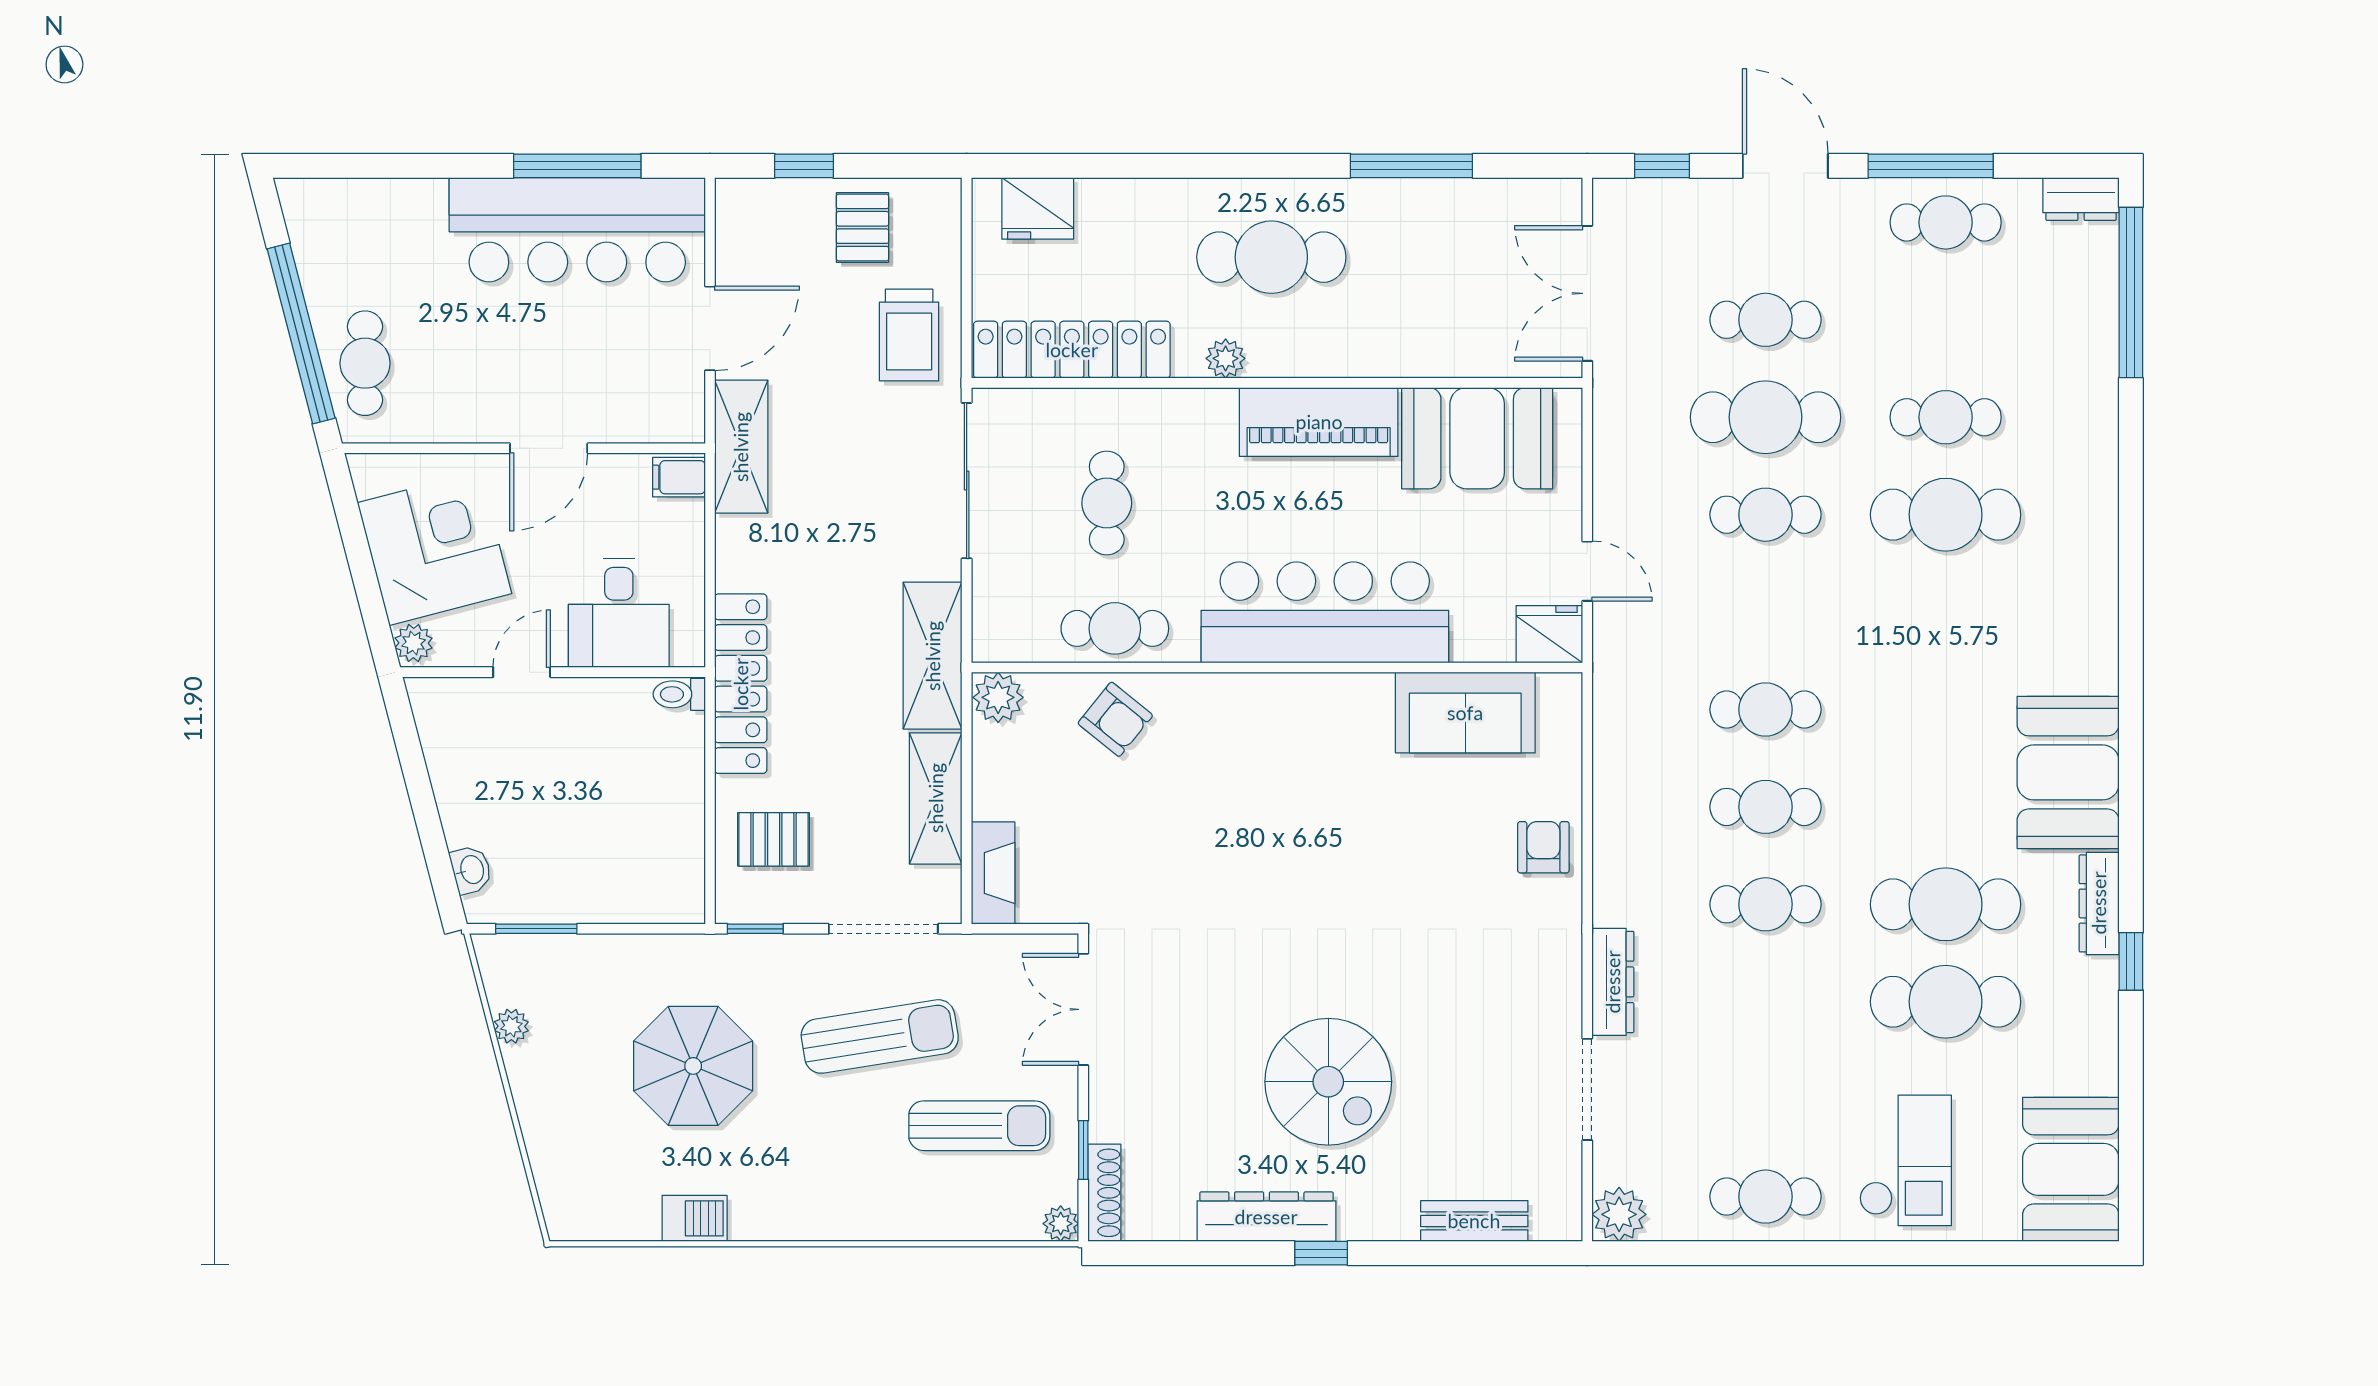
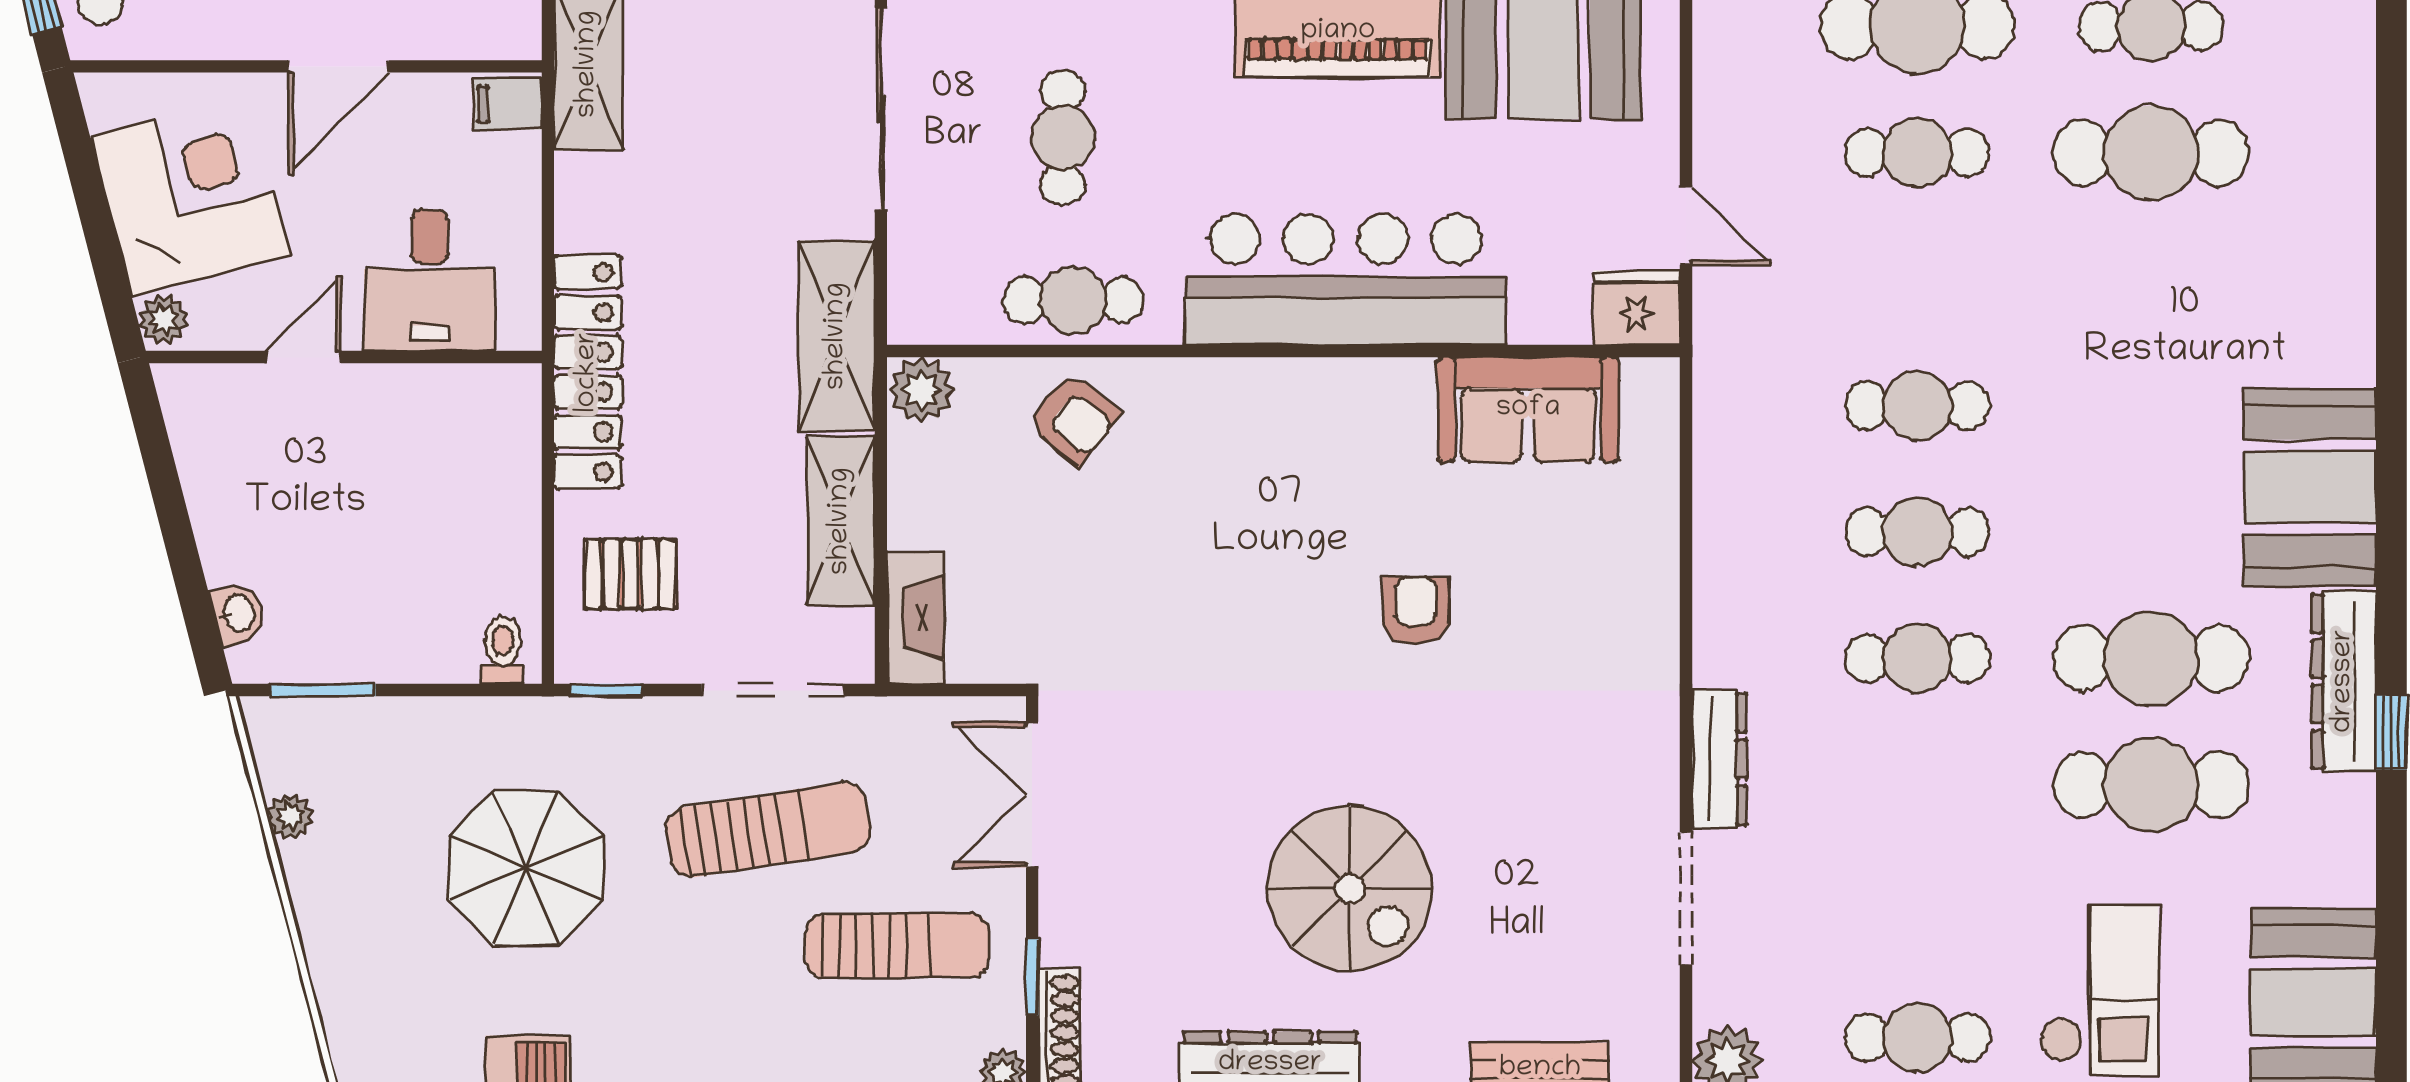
toilet: (679, 694) -> (502, 650), moved, turned 90
armchair: (1543, 847) -> (1416, 610), moved
dresser: (2099, 903) -> (2344, 681), width x1.37, depth x1.24

